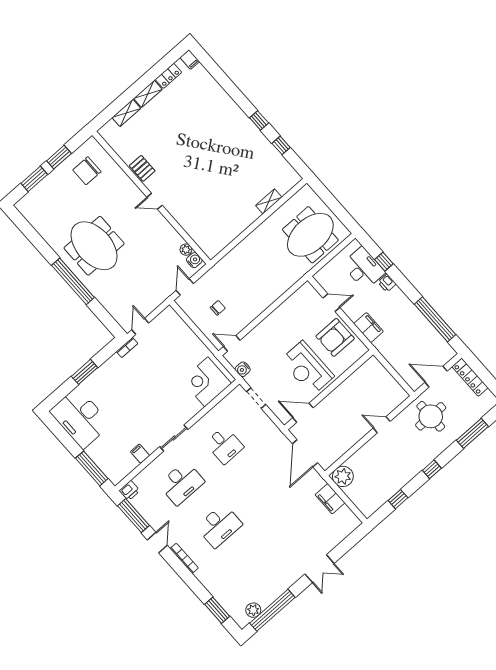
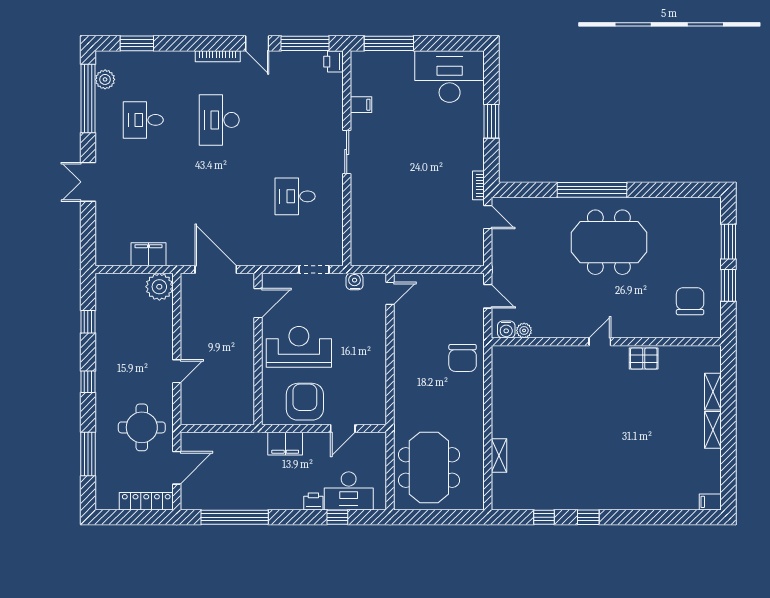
locker: (168, 76) -> (713, 466), removed
chair: (218, 308) -> (463, 358), moved, width x1.87, depth x1.87
corner desk: (206, 382) -> (374, 234), removed
desk: (181, 483) -> (143, 120), moved, width x0.73

